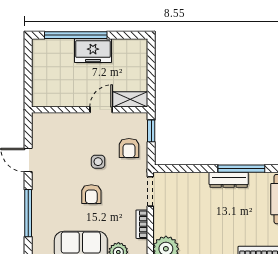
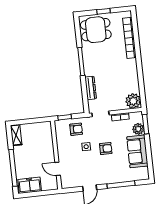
freezer: (93, 51) -> (30, 185), moved, turned -90
shelving: (130, 99) -> (16, 135), moved
door: (101, 110) -> (58, 169), moved
dresser: (229, 180) -> (91, 88), moved

